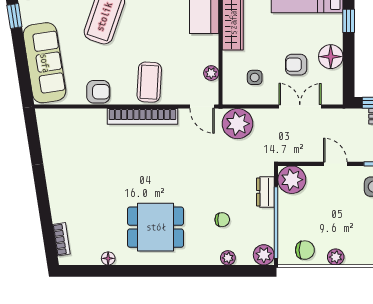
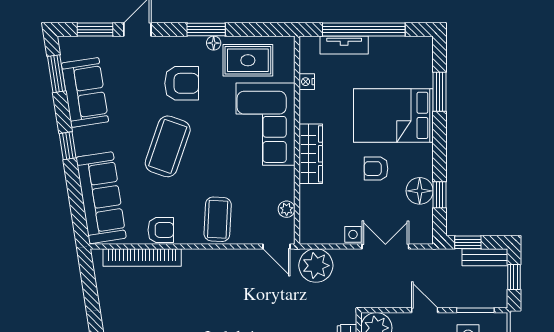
window: (349, 21) -> (440, 195), moved
armchair: (296, 65) -> (376, 169), moved
side table: (255, 77) -> (353, 234), moved
bookcase: (142, 116) -> (142, 257), moved

